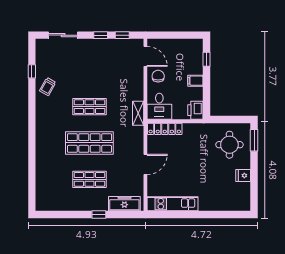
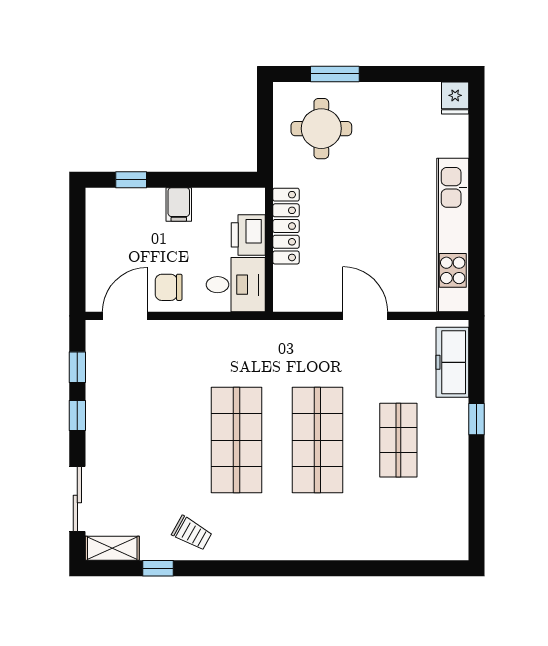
shop shelf: (89, 107) -> (237, 440), width x1.43, depth x1.36
printer: (195, 110) -> (248, 235), moved, turned 90
shelving: (138, 113) -> (112, 548), moved
locker: (165, 129) -> (286, 226), moved
window: (254, 140) -> (335, 74), moved
fridge: (243, 176) -> (455, 98), moved
kitchen unit: (172, 204) -> (453, 235), width x1.36

